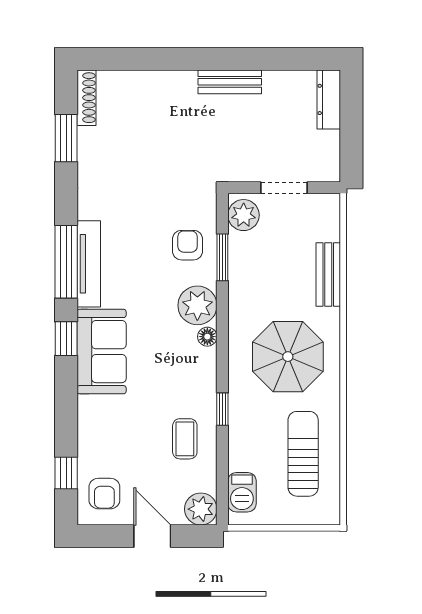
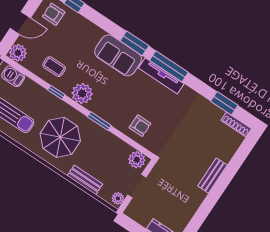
bench: (230, 82) -> (212, 176), moved
plant: (323, 204) -> (118, 198), added
window: (222, 257) -> (99, 121), moved
plant: (197, 305) -> (82, 93), moved
floor lamp: (207, 337) -> (93, 107), removed
window: (66, 339) -> (134, 43), width x1.50

